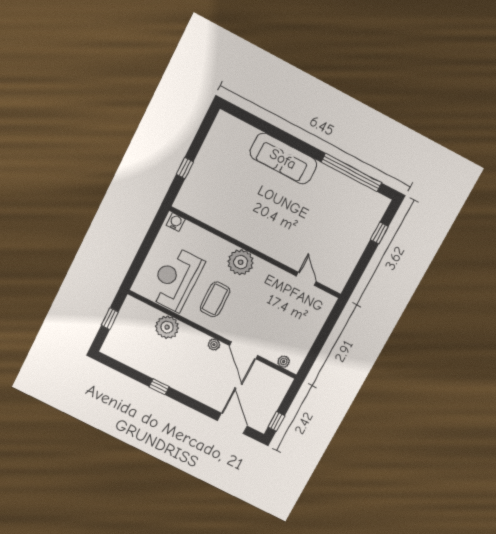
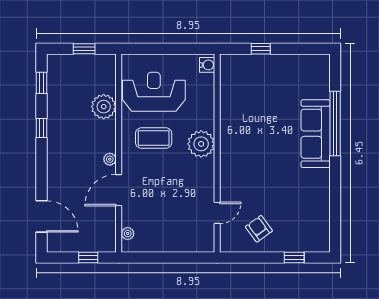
window: (351, 173) -> (335, 124), moved
armchair: (339, 250) -> (259, 229), added
window: (121, 368) -> (41, 83), added
window: (276, 421) -> (88, 257), moved
door: (232, 423) -> (41, 216), hinge flipped

